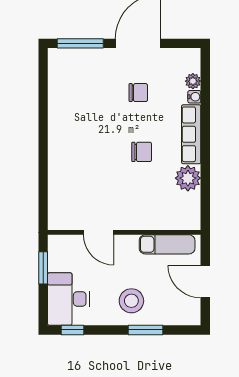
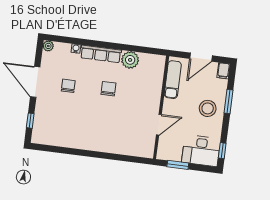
window: (80, 43) -> (30, 121), width x0.46
plant: (193, 81) -> (48, 46), moved
filing cabinet: (189, 317) -> (223, 71), added

